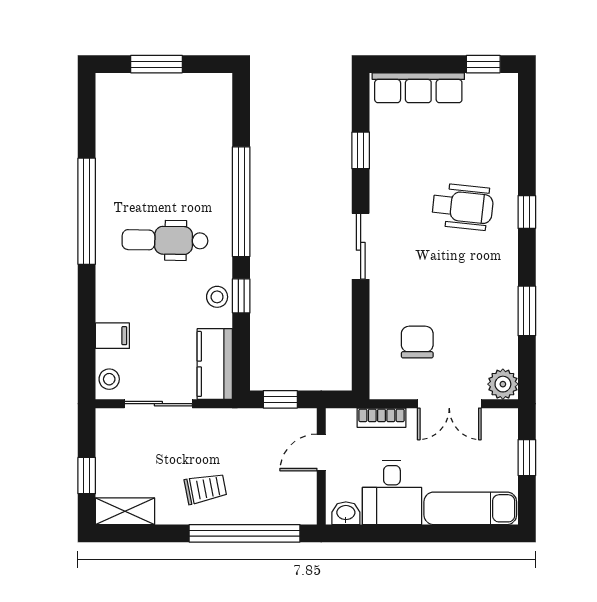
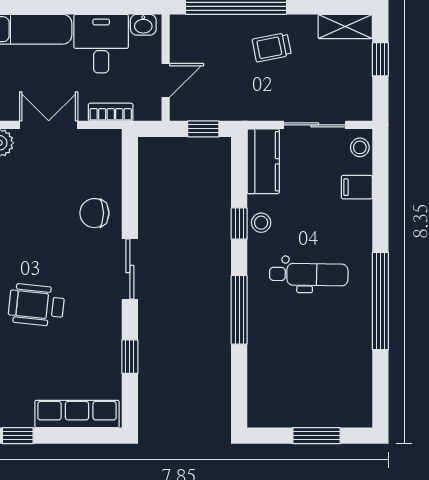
window: (241, 202) -> (239, 310), width x0.68
chair: (417, 342) -> (94, 213), moved, turned 90

